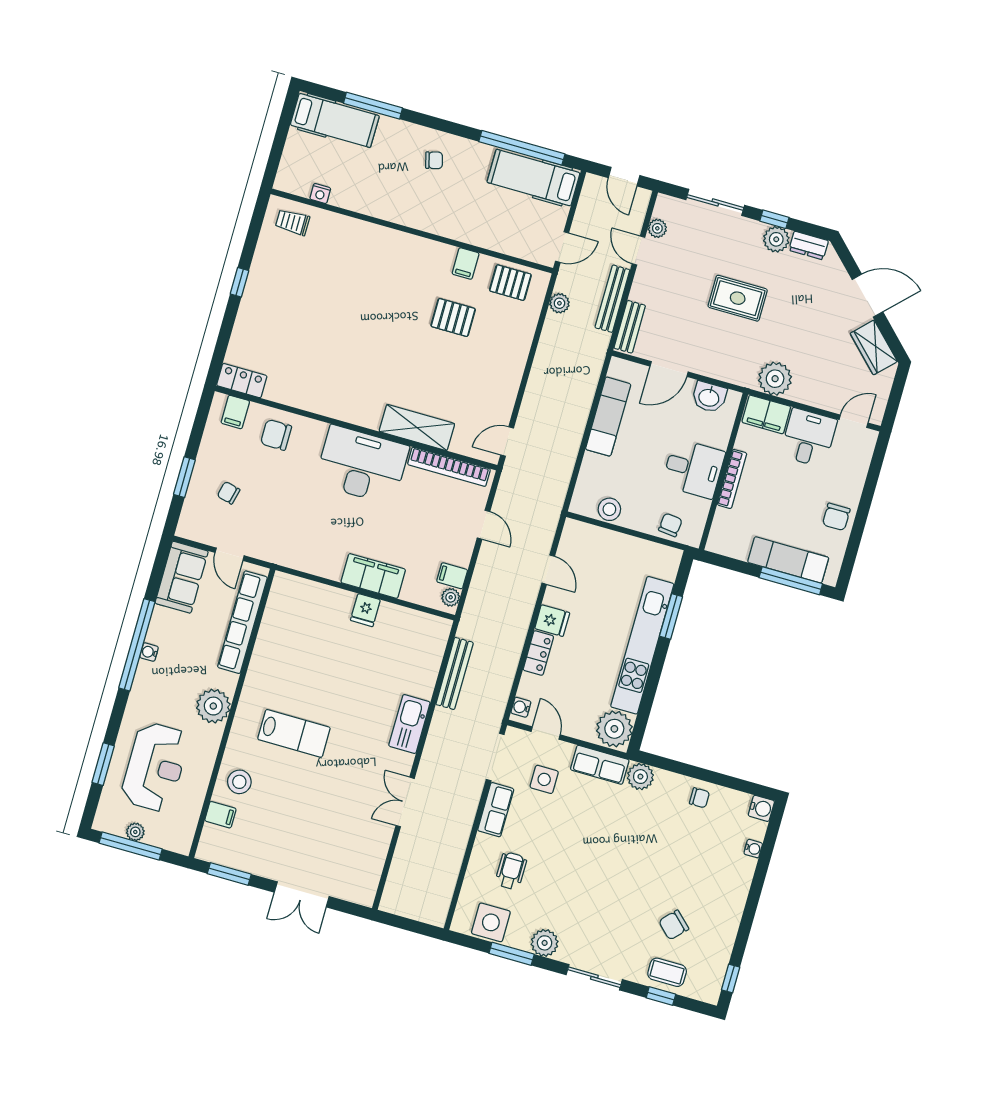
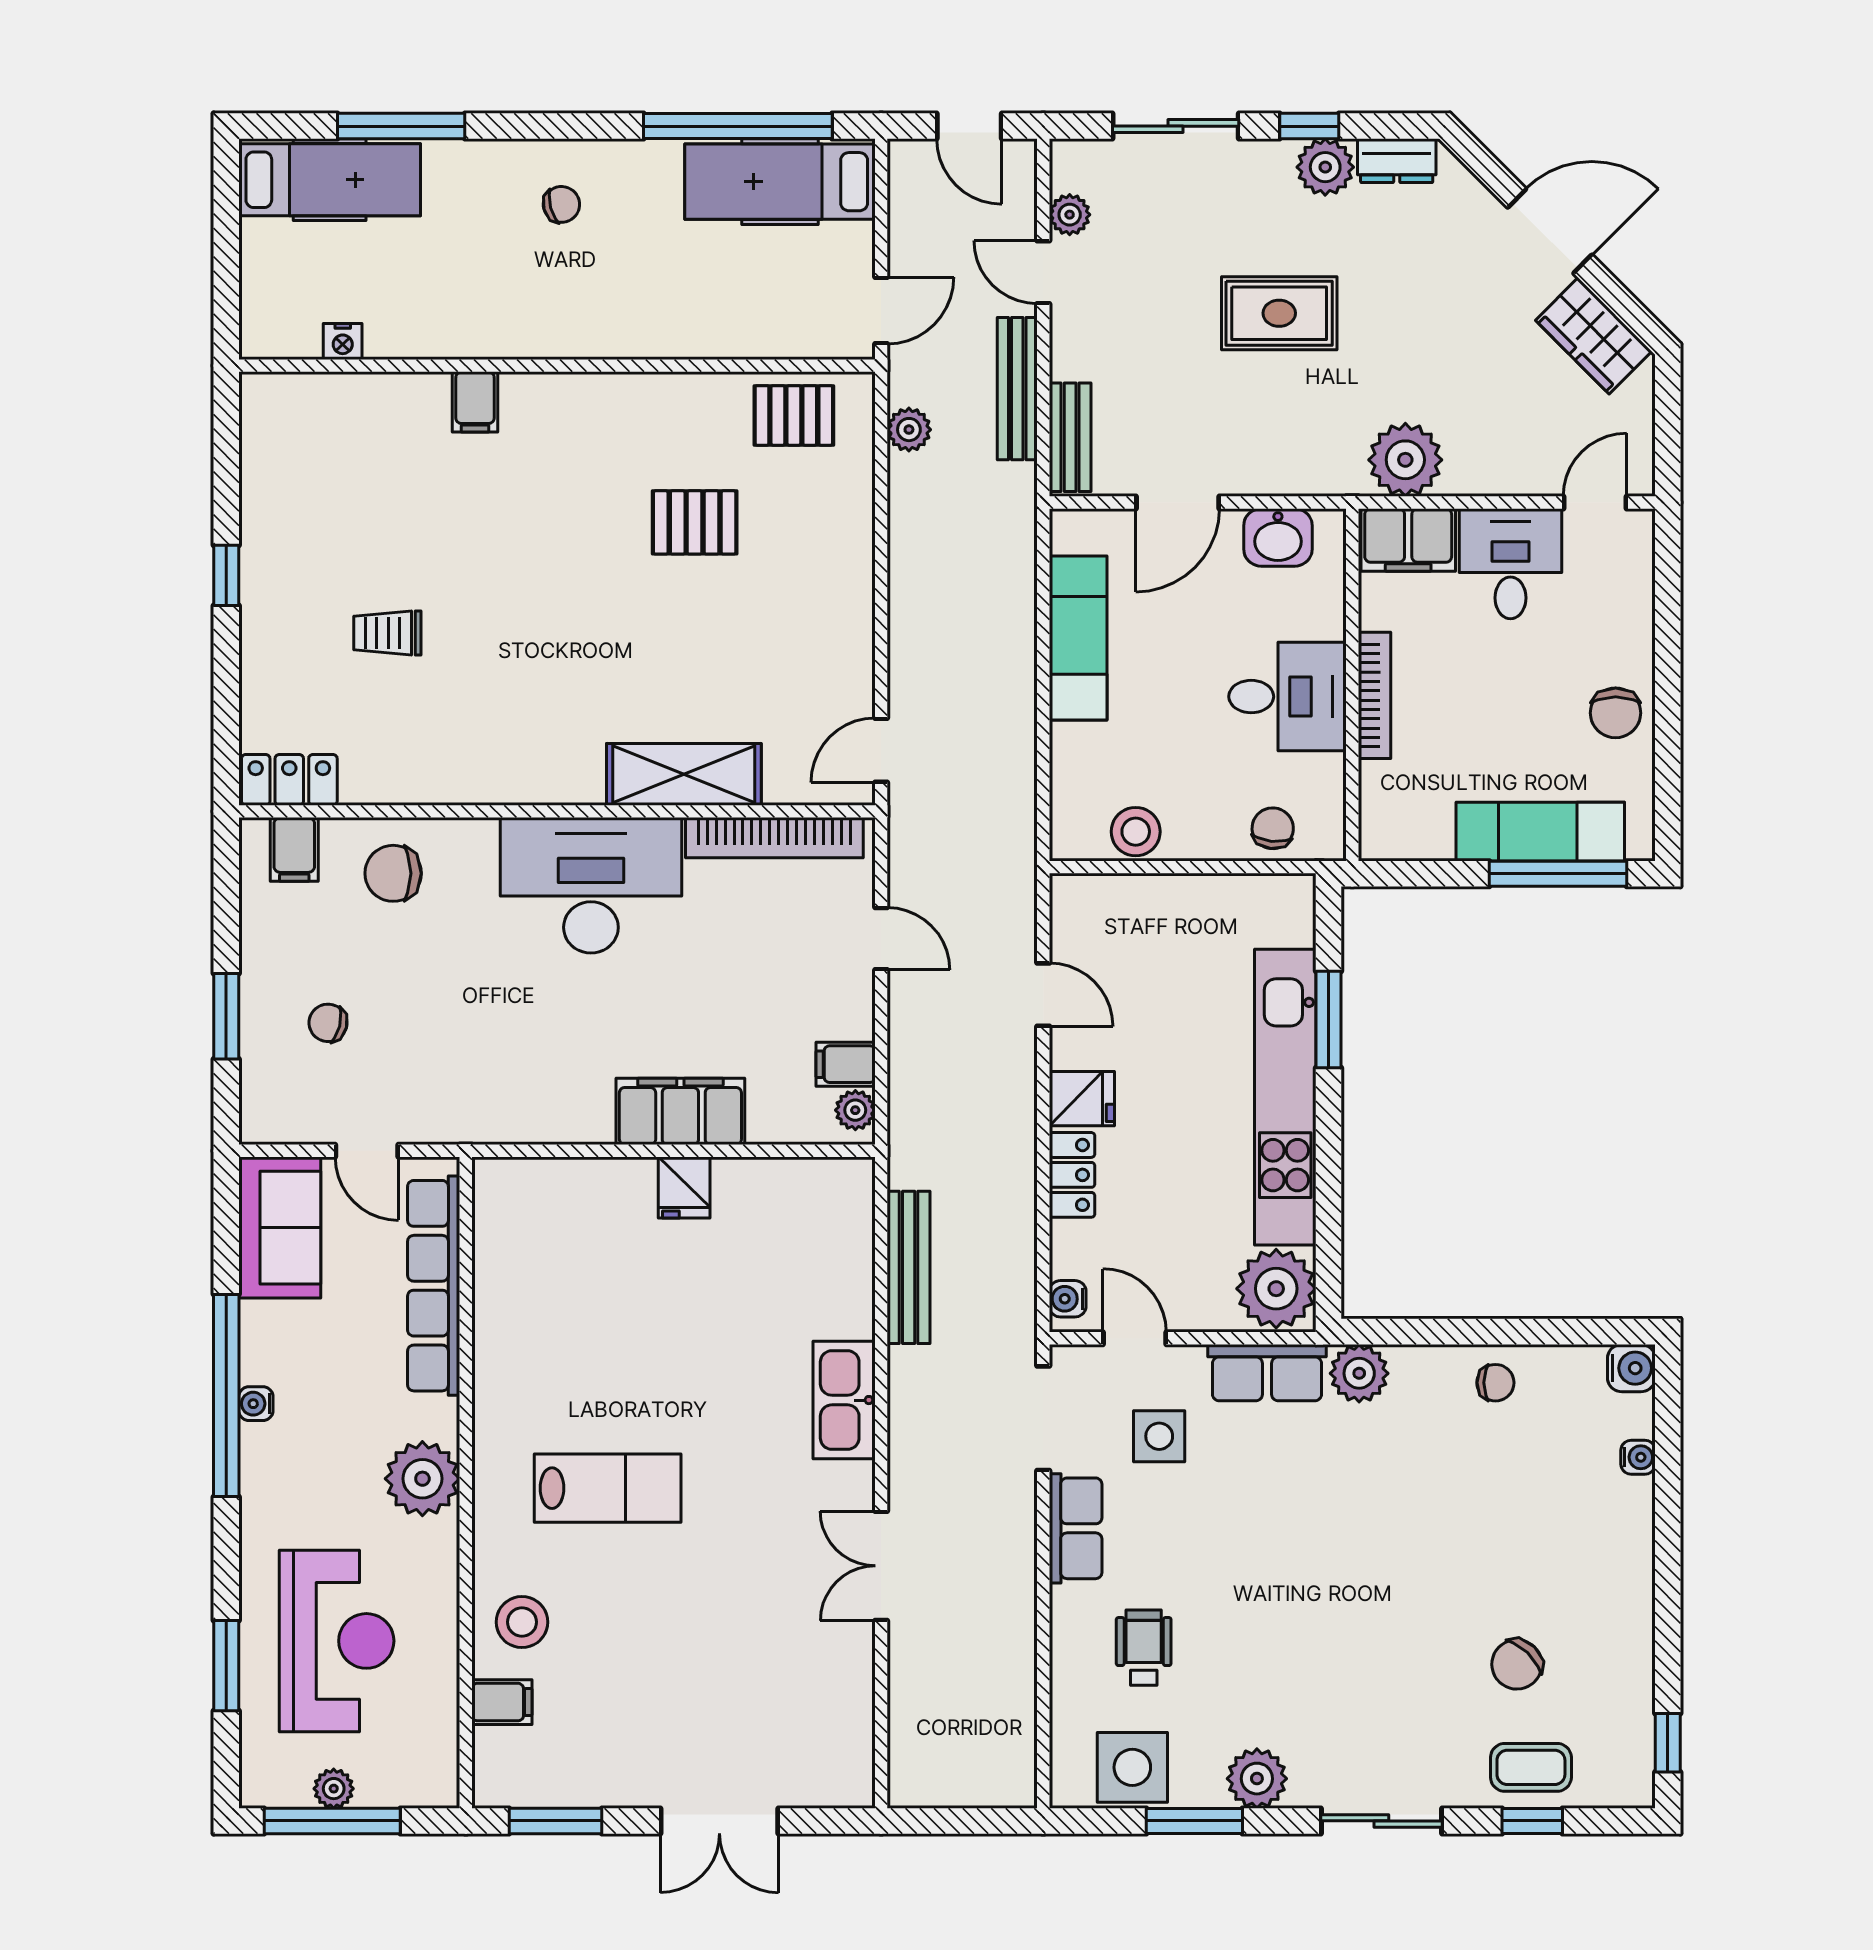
trolley: (293, 222) -> (387, 633), moved
filing cabinet: (466, 264) -> (475, 402), moved

